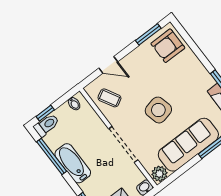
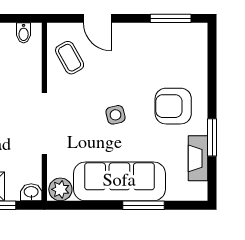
armchair: (168, 46) -> (173, 106), moved
side table: (158, 110) -> (115, 115), width x0.54, depth x0.54

